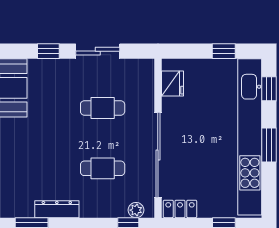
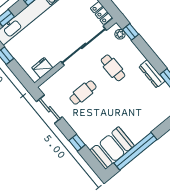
sliding door: (98, 51) -> (49, 109), moved
cafe table: (103, 108) -> (83, 93), turned 90

